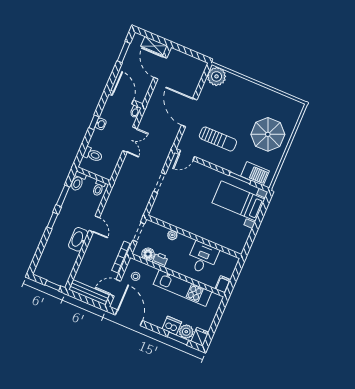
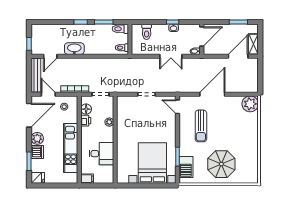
bed with nightstands: (238, 201) -> (152, 163), width x1.36
door: (94, 224) -> (50, 56), moved
plant: (186, 332) -> (37, 138), moved

